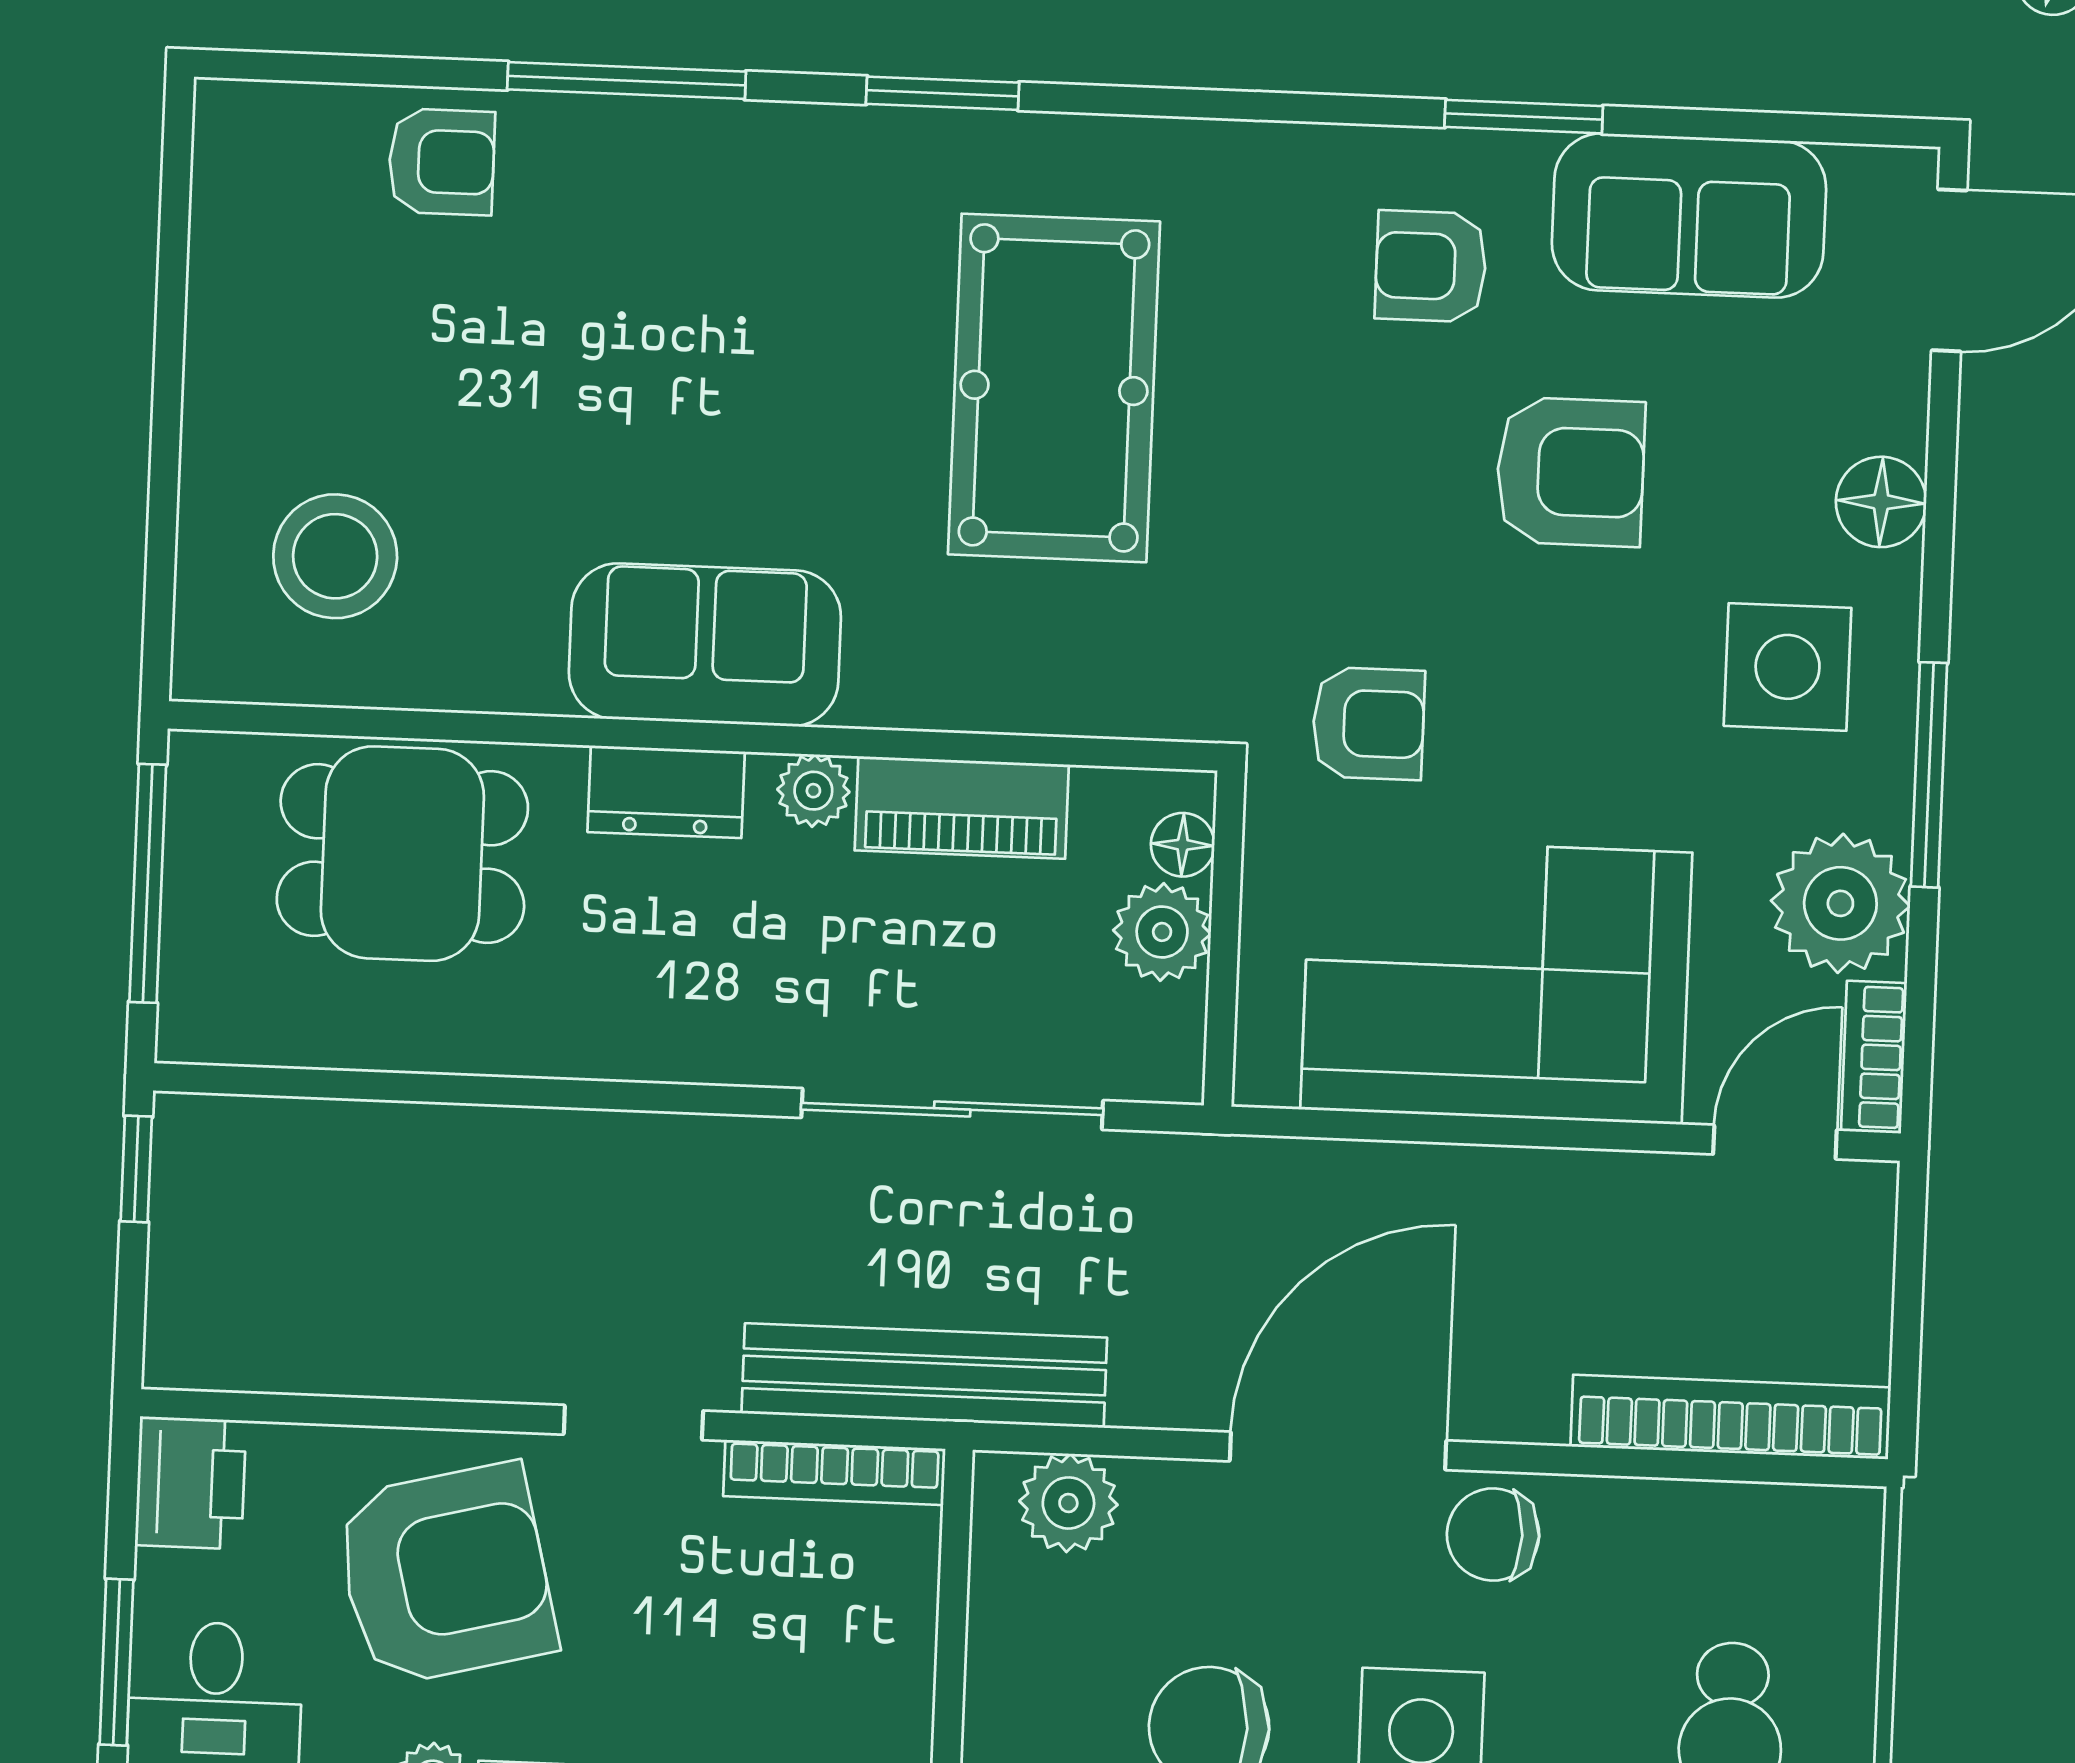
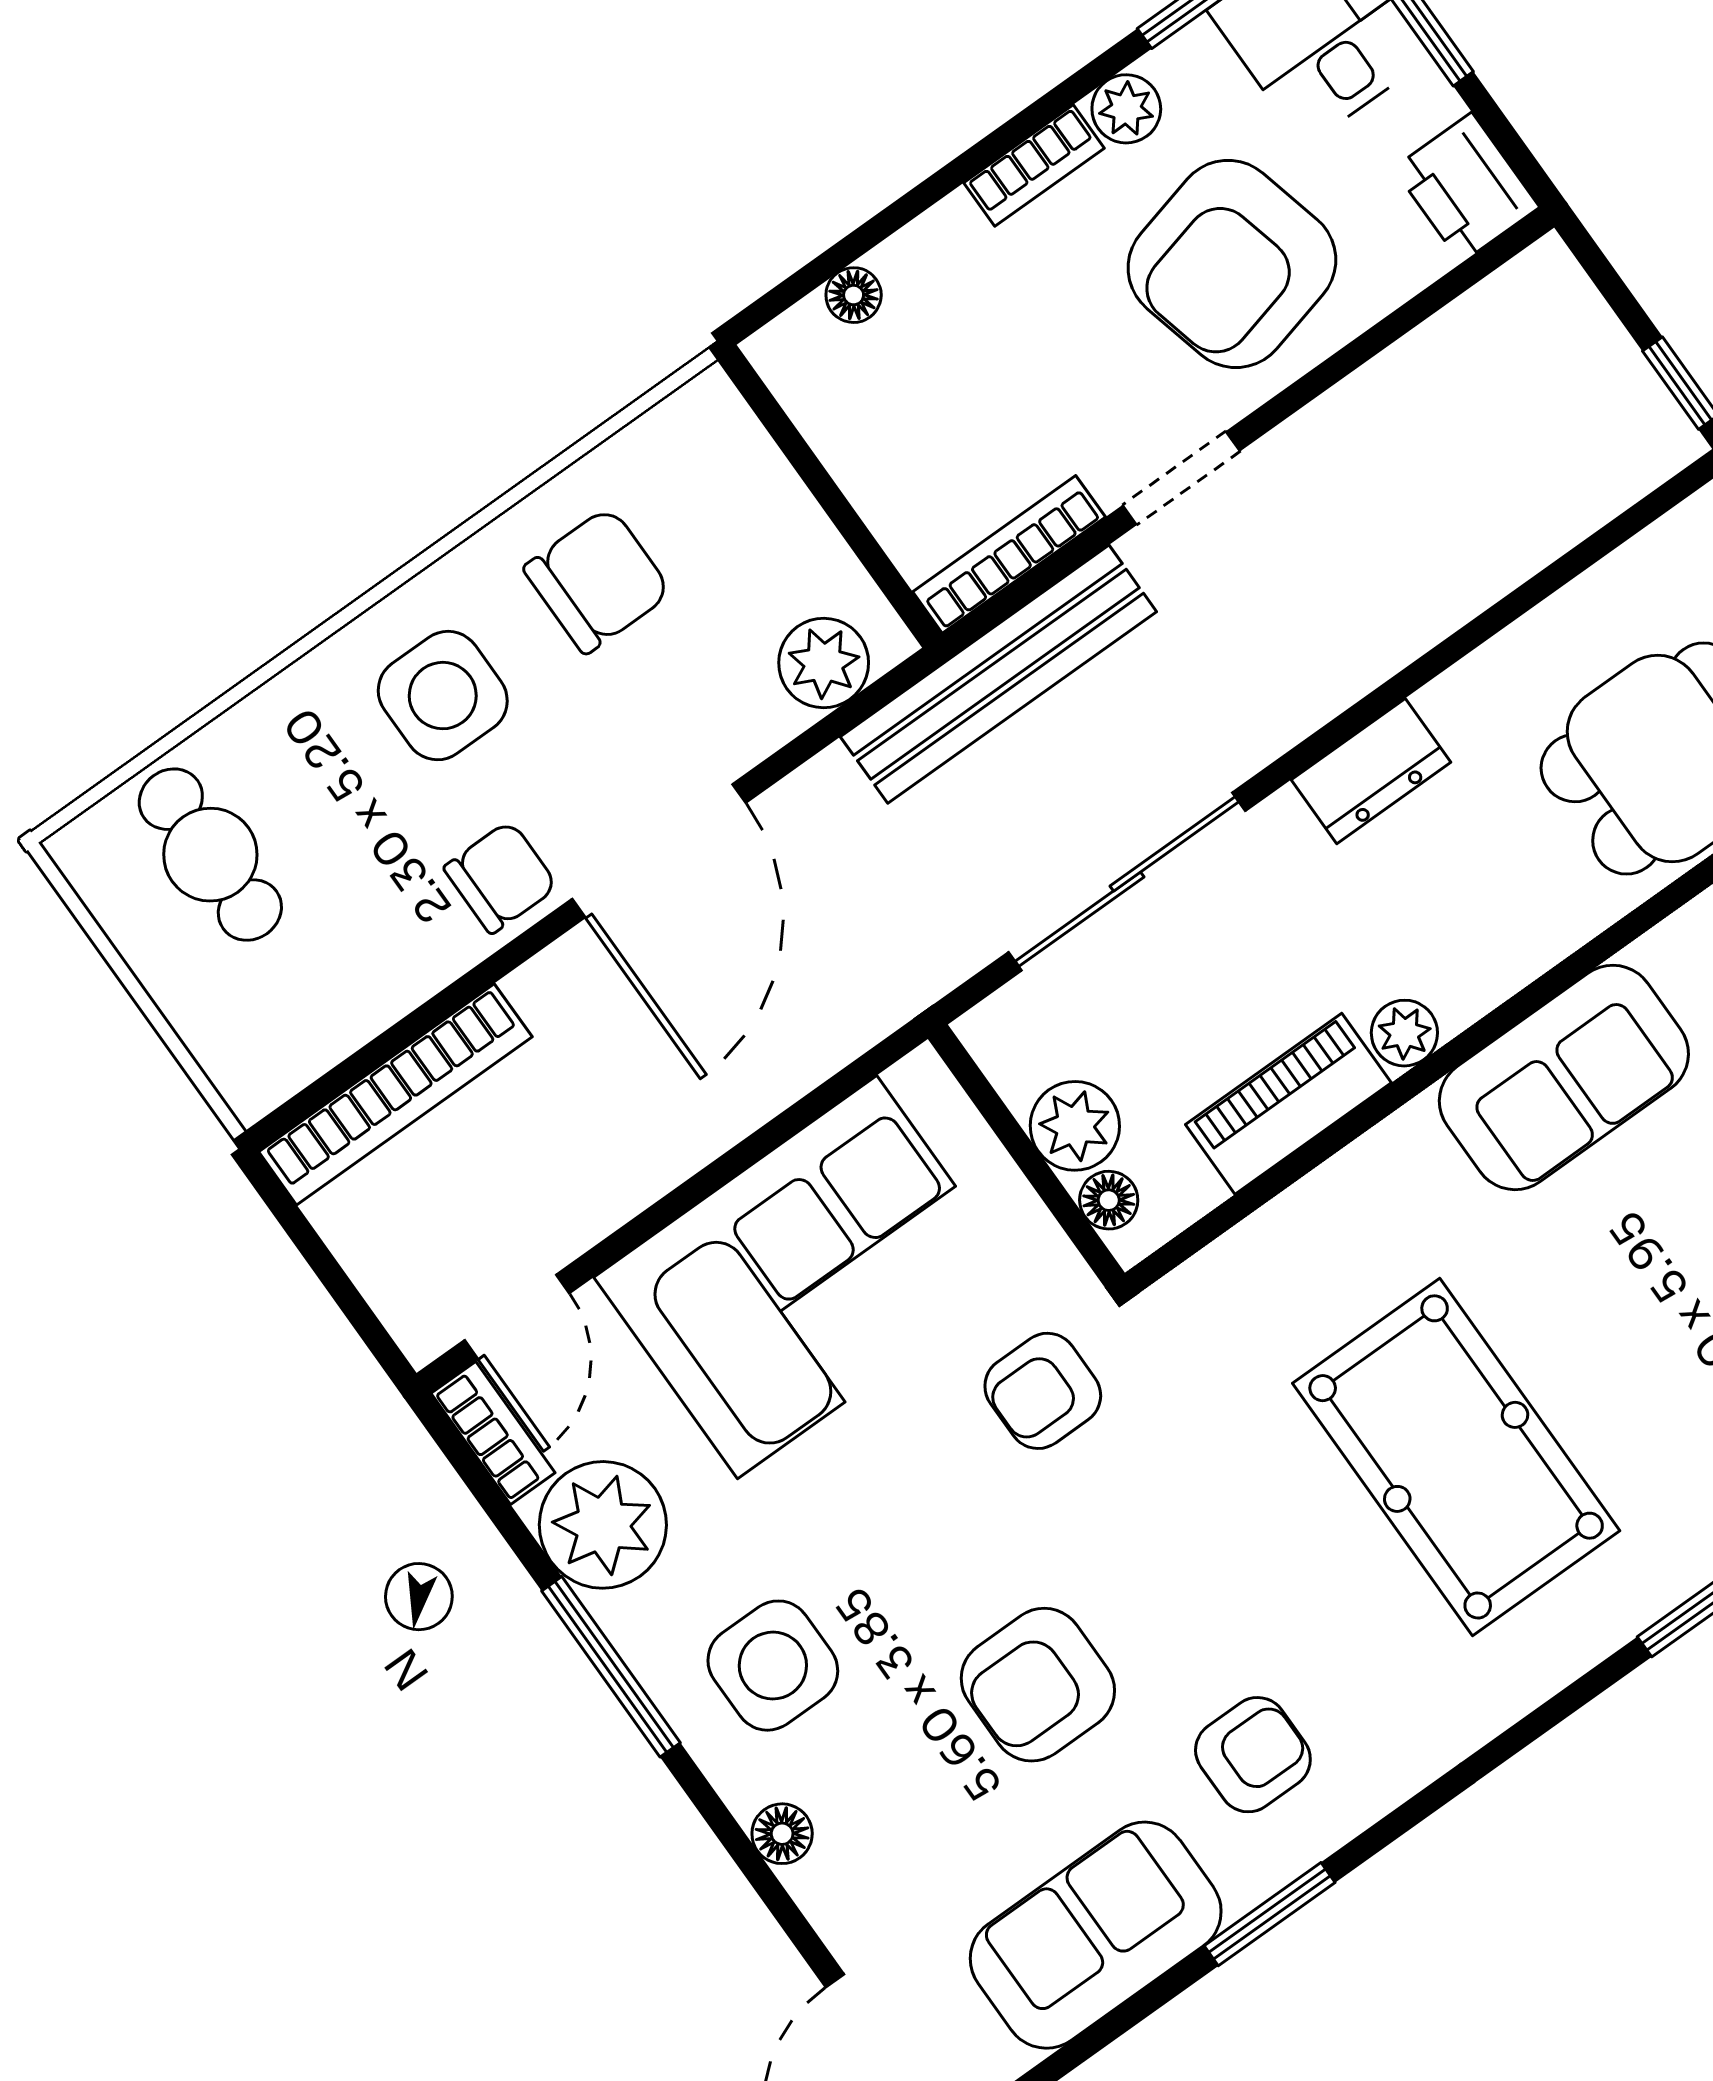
floor lamp: (1881, 502) -> (782, 1834), width x0.73, depth x0.73
dresser: (666, 792) -> (1371, 771), moved, turned 180

